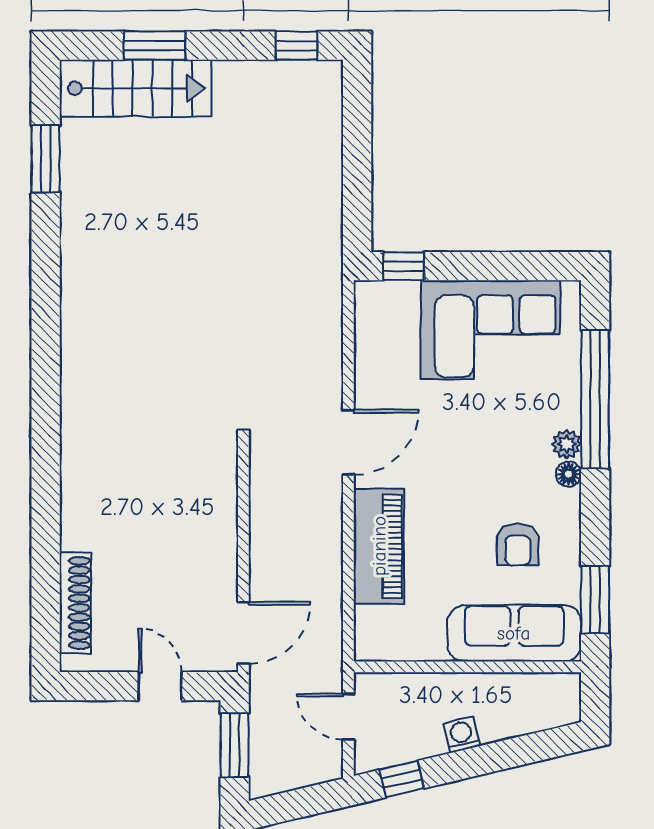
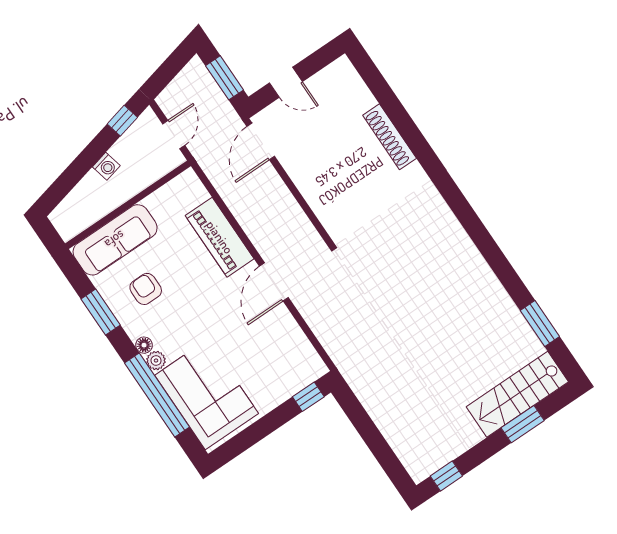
corner sofa: (490, 330) -> (207, 394), moved, turned 90
window: (595, 600) -> (101, 312), moved
shoe rack: (75, 603) -> (390, 137), moved
door: (348, 717) -> (174, 135), hinge flipped

